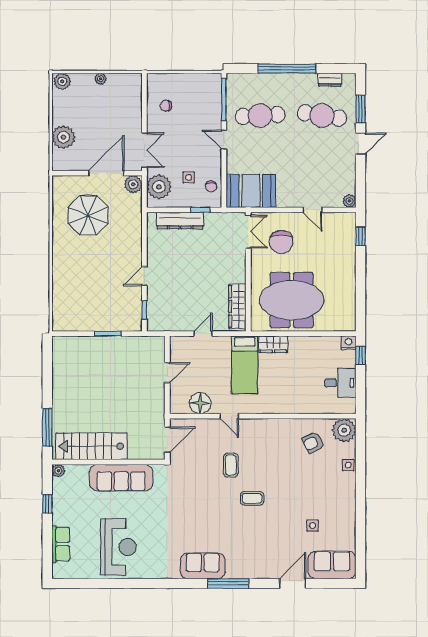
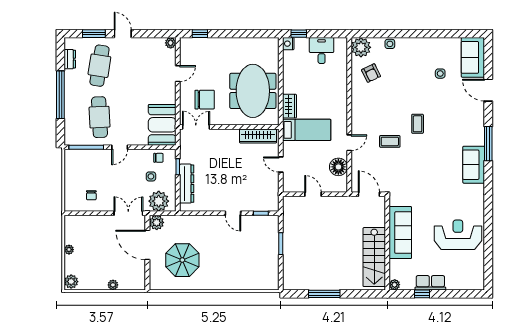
plant: (63, 137) -> (113, 285), width x0.53, depth x0.53
window: (47, 427) -> (324, 294), moved
row of seats: (61, 544) -> (430, 283), moved

